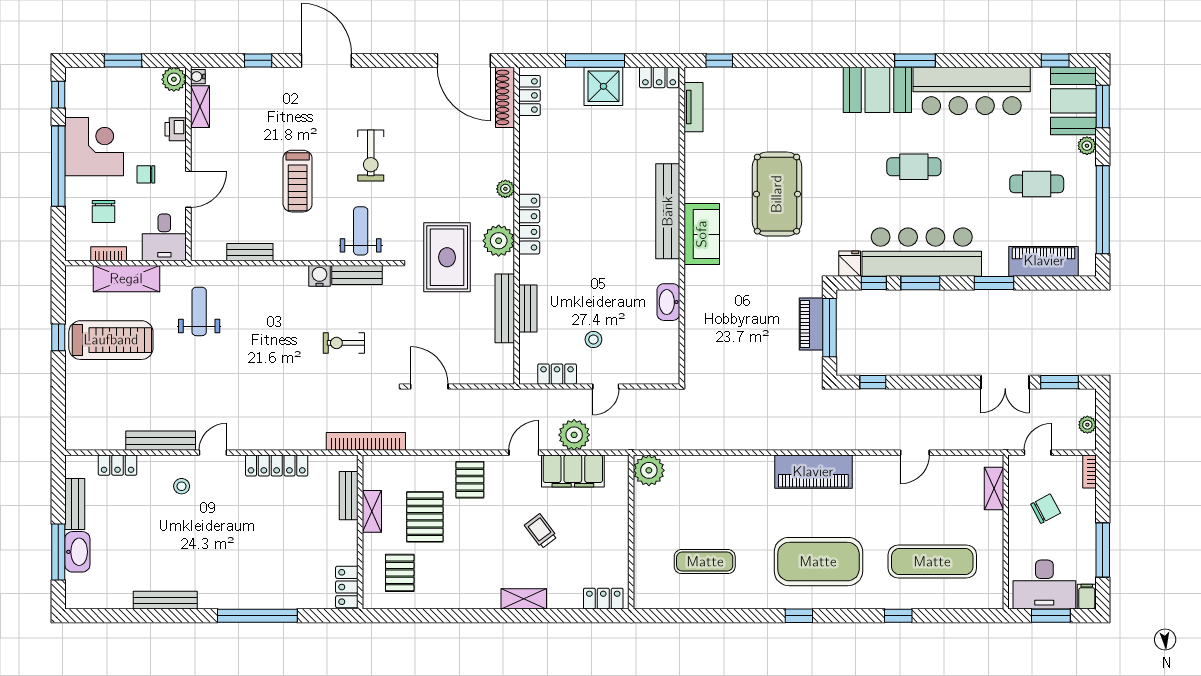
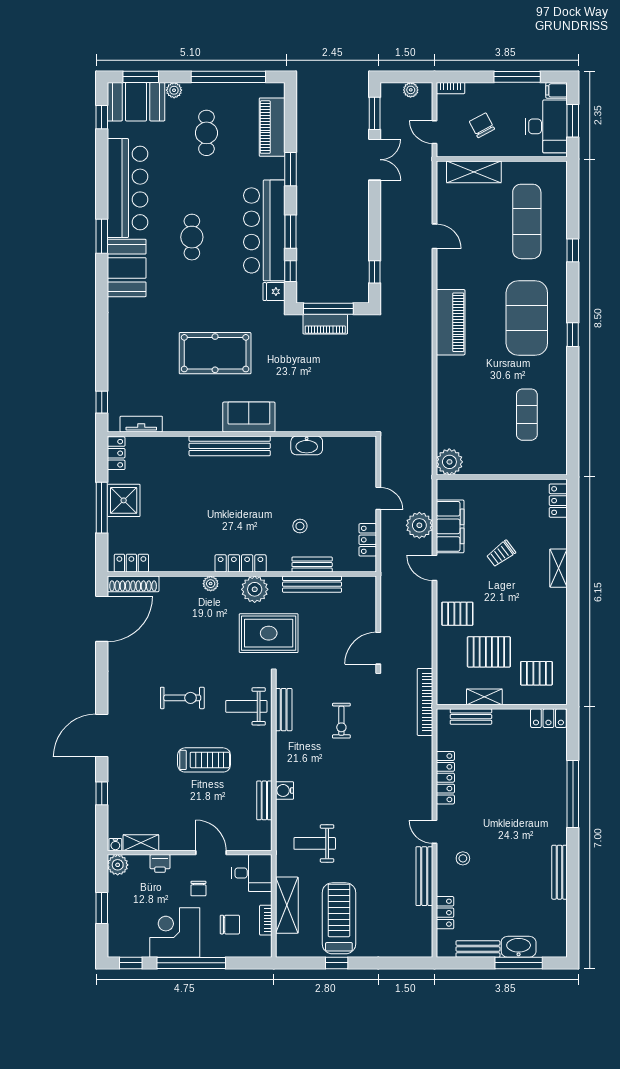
water cooler: (319, 276) -> (284, 790), moved
stool: (593, 339) -> (300, 526), moved
shelving: (994, 488) -> (474, 172), width x1.50, depth x1.33

